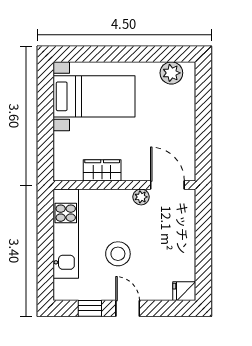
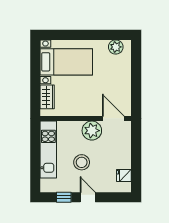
wardrobe: (102, 170) -> (47, 97), moved, turned 90
plant: (141, 197) -> (92, 131), width x1.88, depth x1.88
fridge: (184, 291) -> (124, 175), moved

